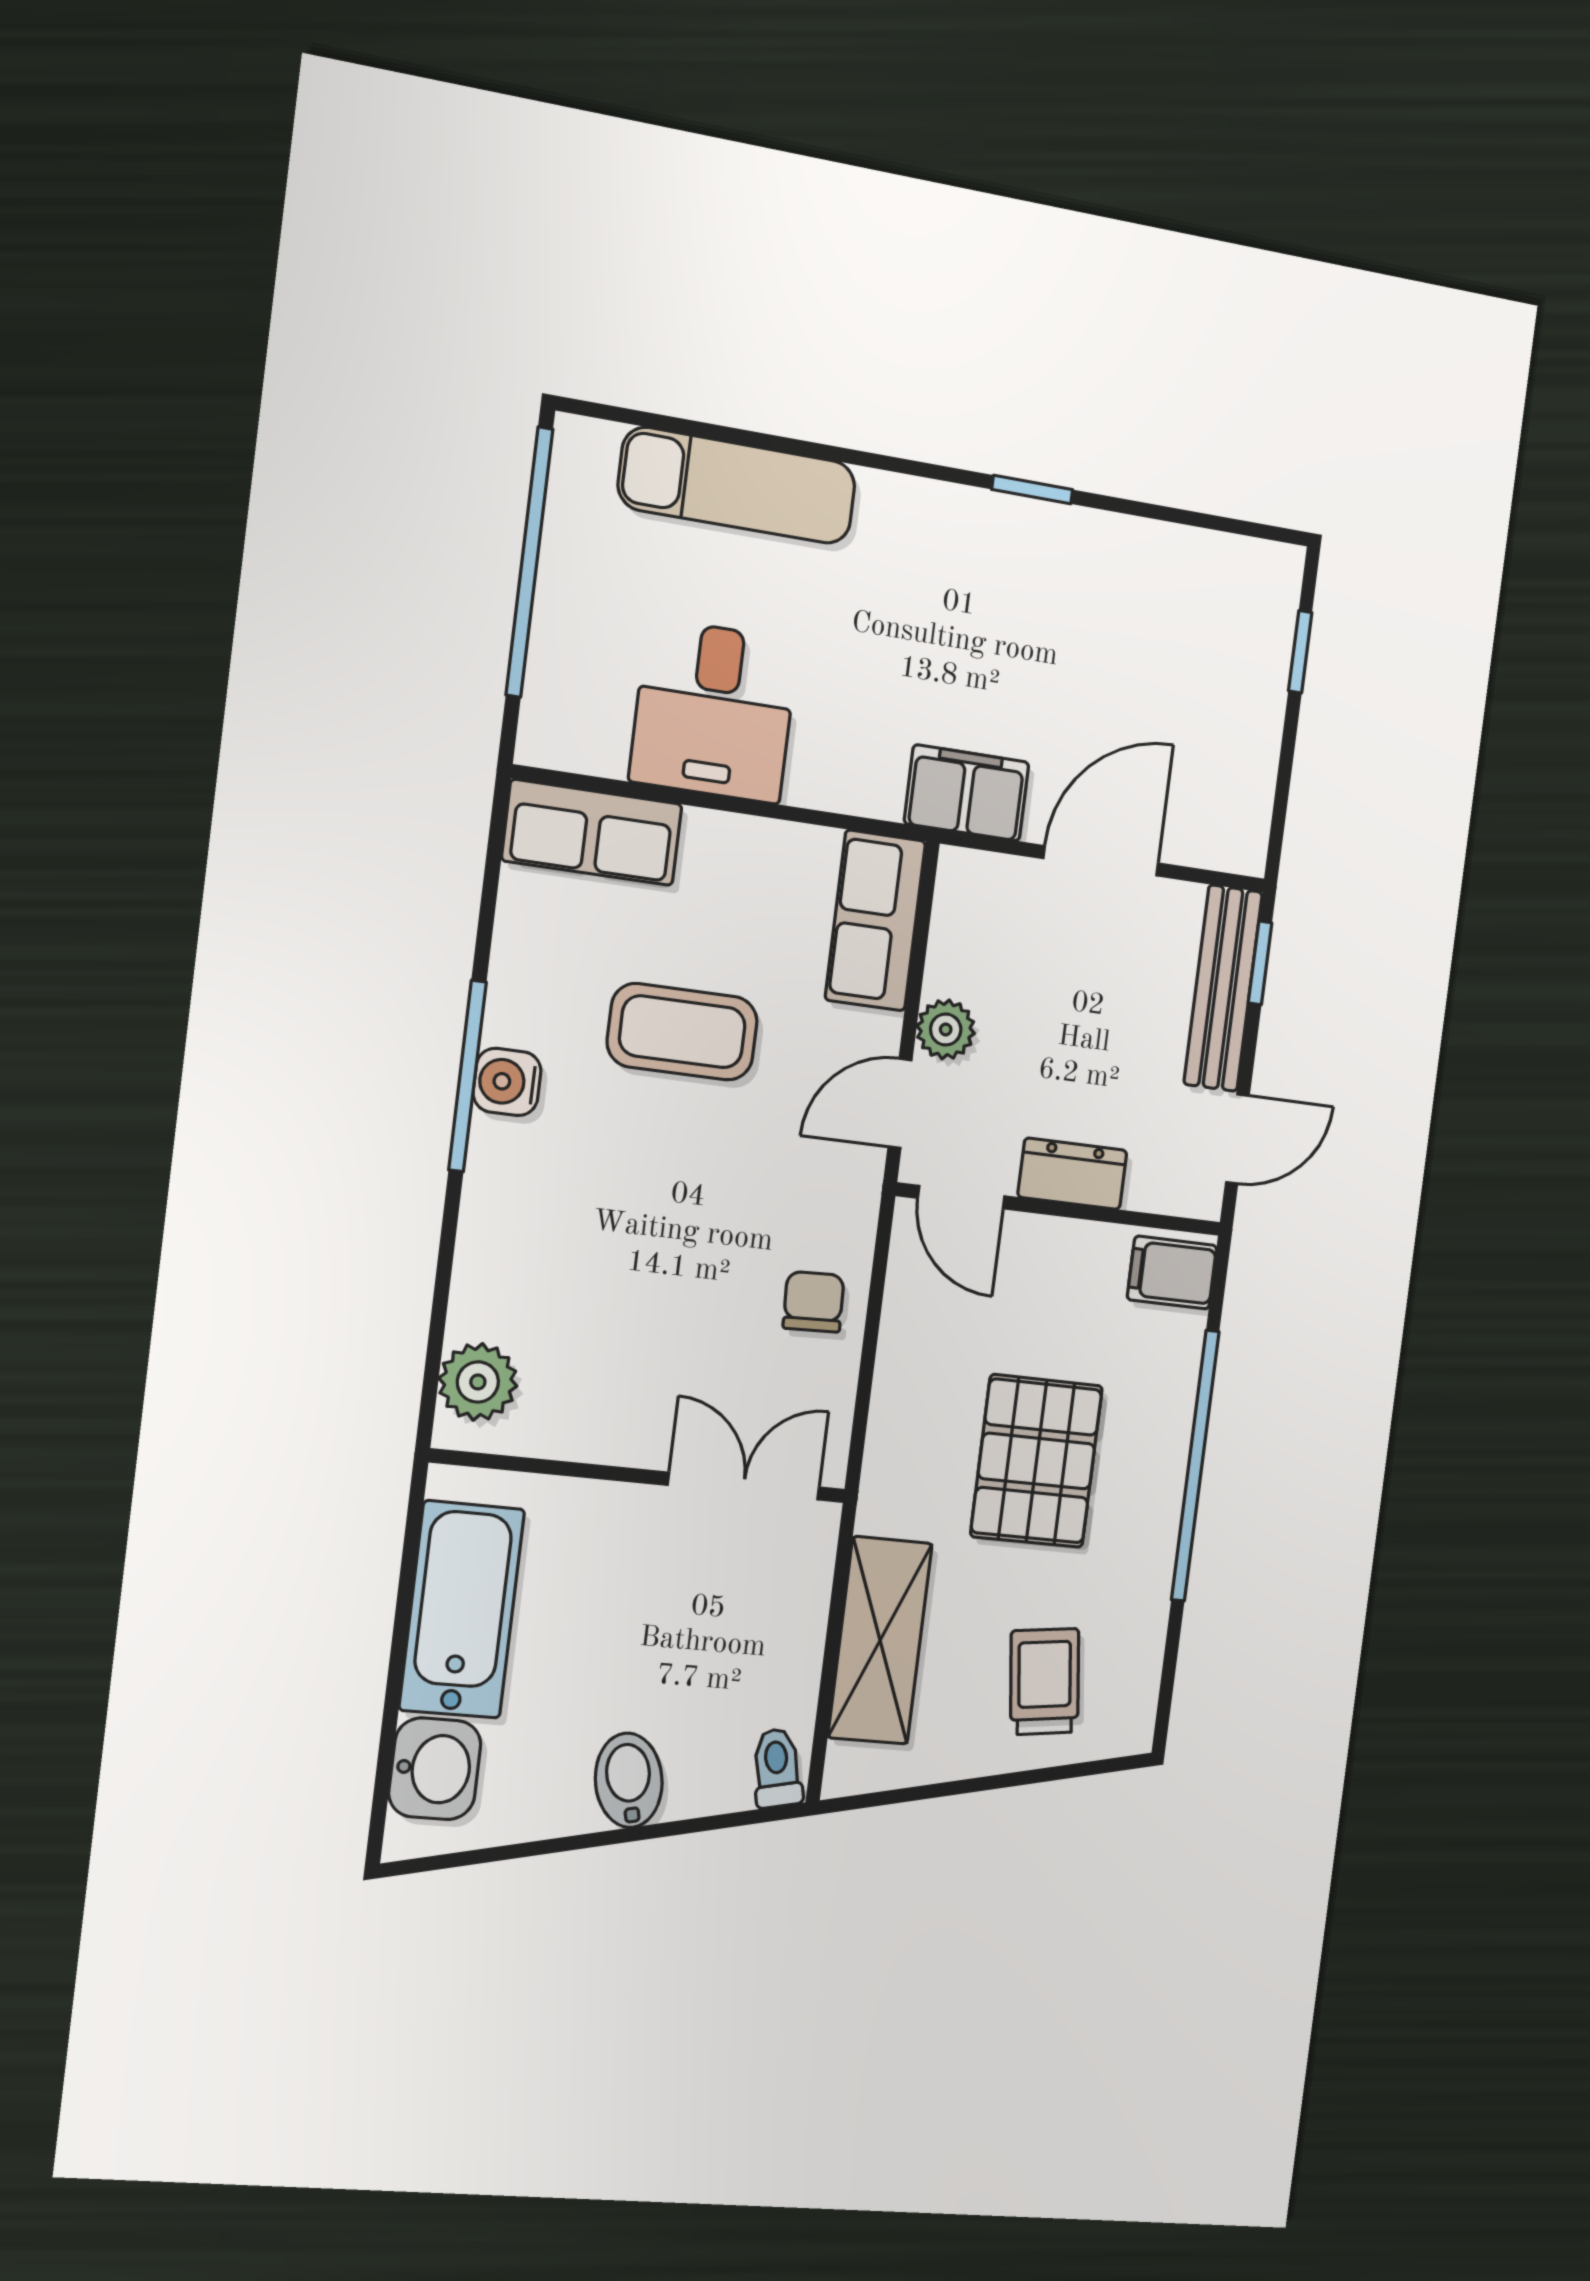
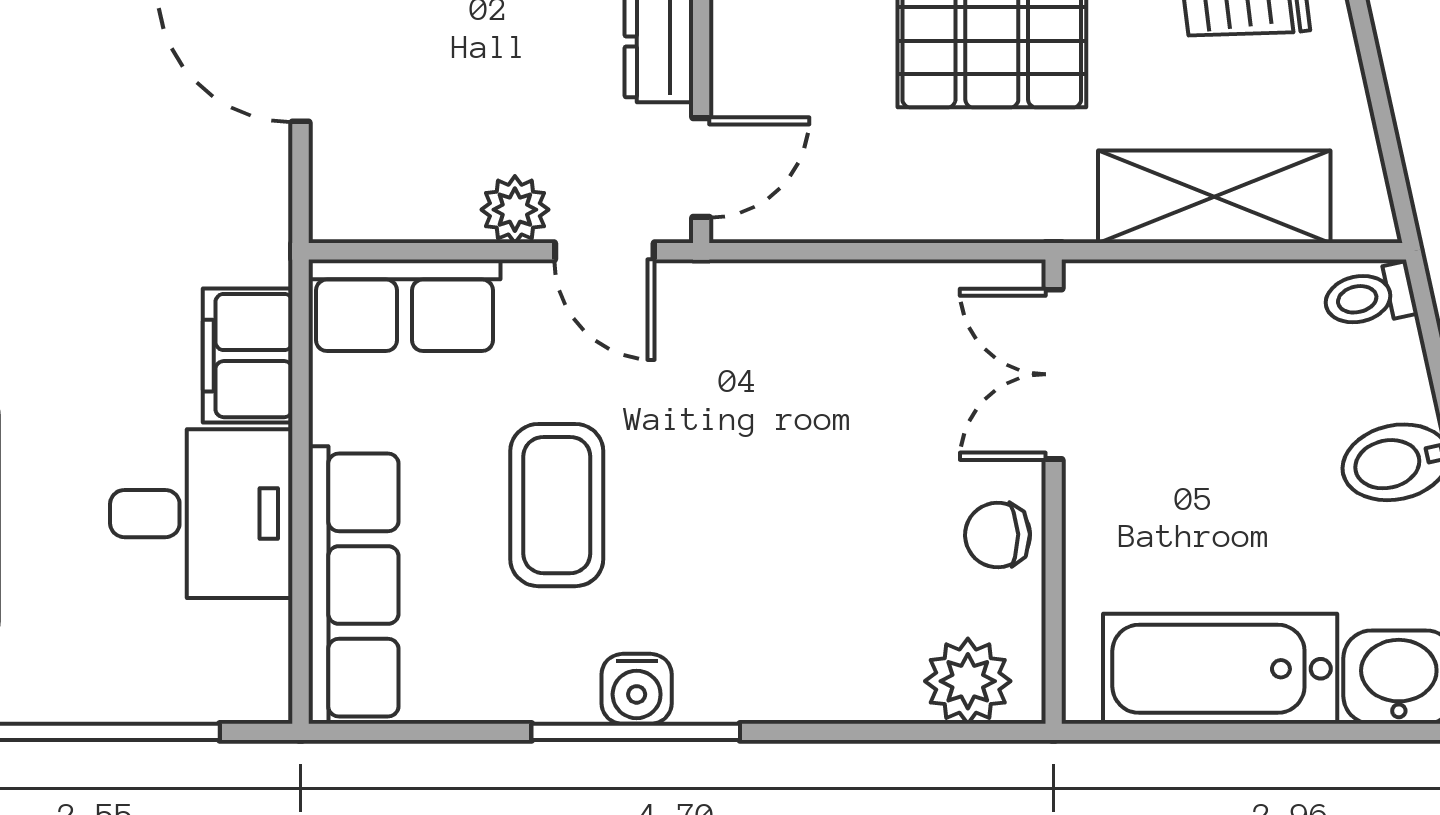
filing cabinet: (967, 793) -> (248, 356), moved
row of seats: (592, 832) -> (353, 585), width x1.48
chair: (814, 1302) -> (998, 535), moved

